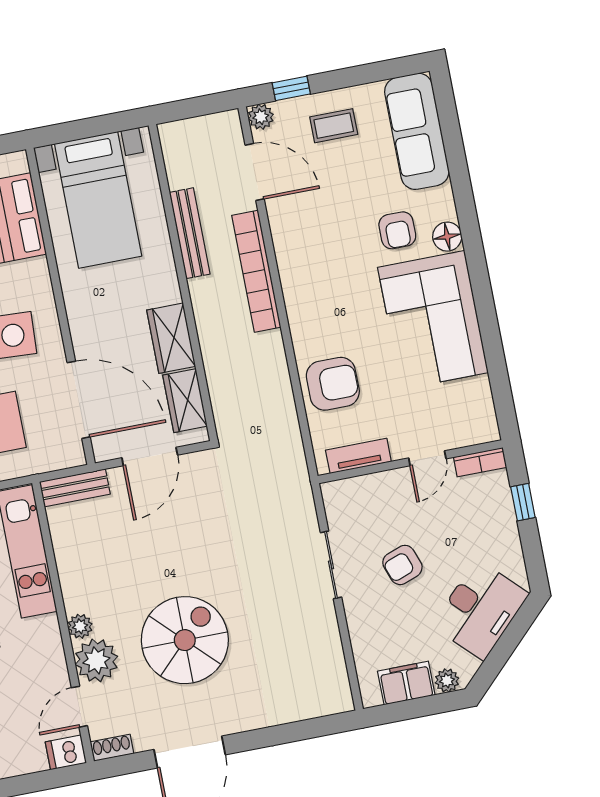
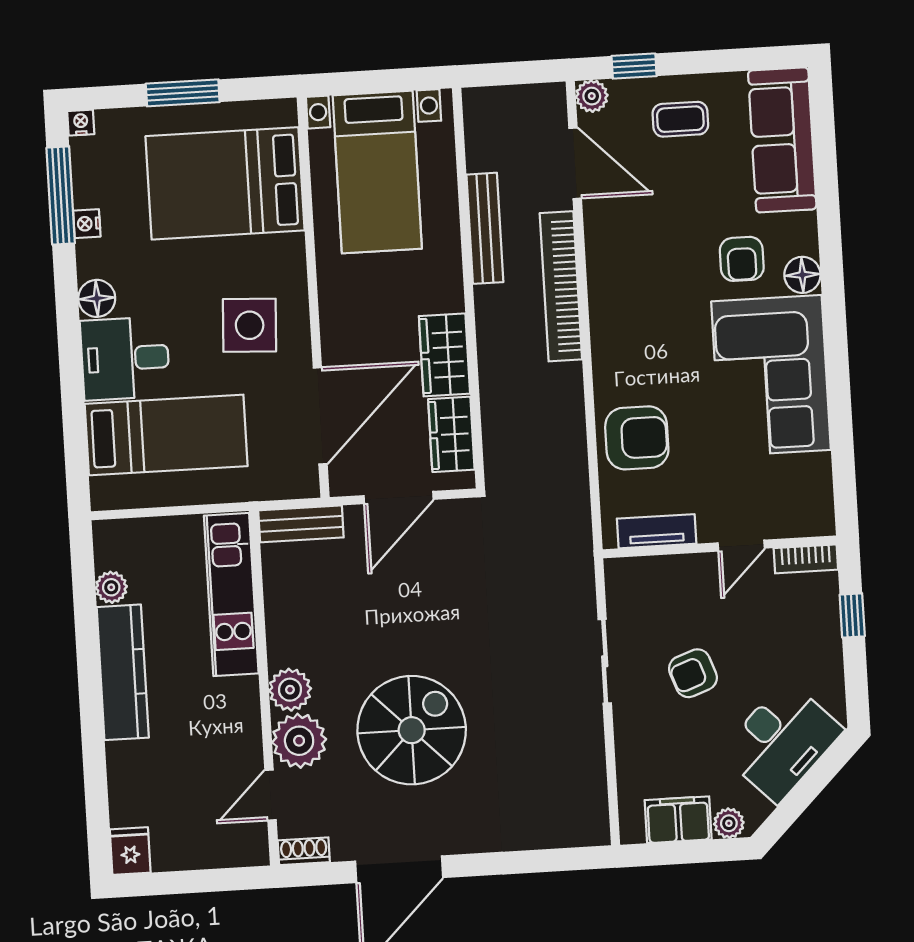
door: (79, 400) -> (320, 416), hinge flipped
plant: (80, 626) -> (290, 690), width x1.38, depth x1.38
dishwasher: (66, 752) -> (246, 849), removed

